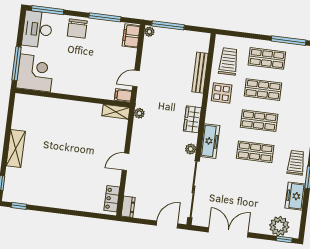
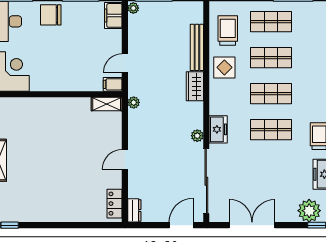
chair: (77, 29) -> (51, 15), turned 90
wardrobe: (192, 119) -> (195, 86), moved
freezer: (210, 141) -> (218, 129), width x0.71

